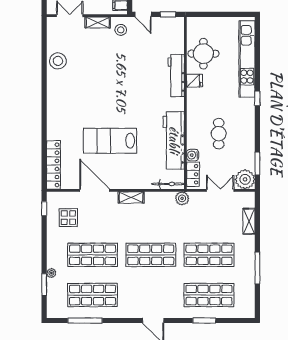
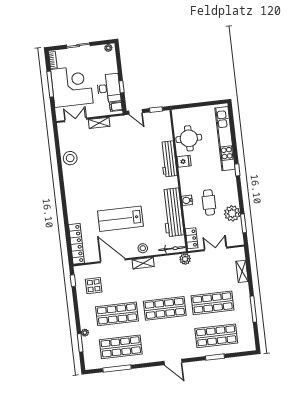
stool: (121, 30) -> (143, 248), moved
water cooler: (193, 155) -> (187, 200), moved
plant: (245, 179) -> (232, 213), moved

